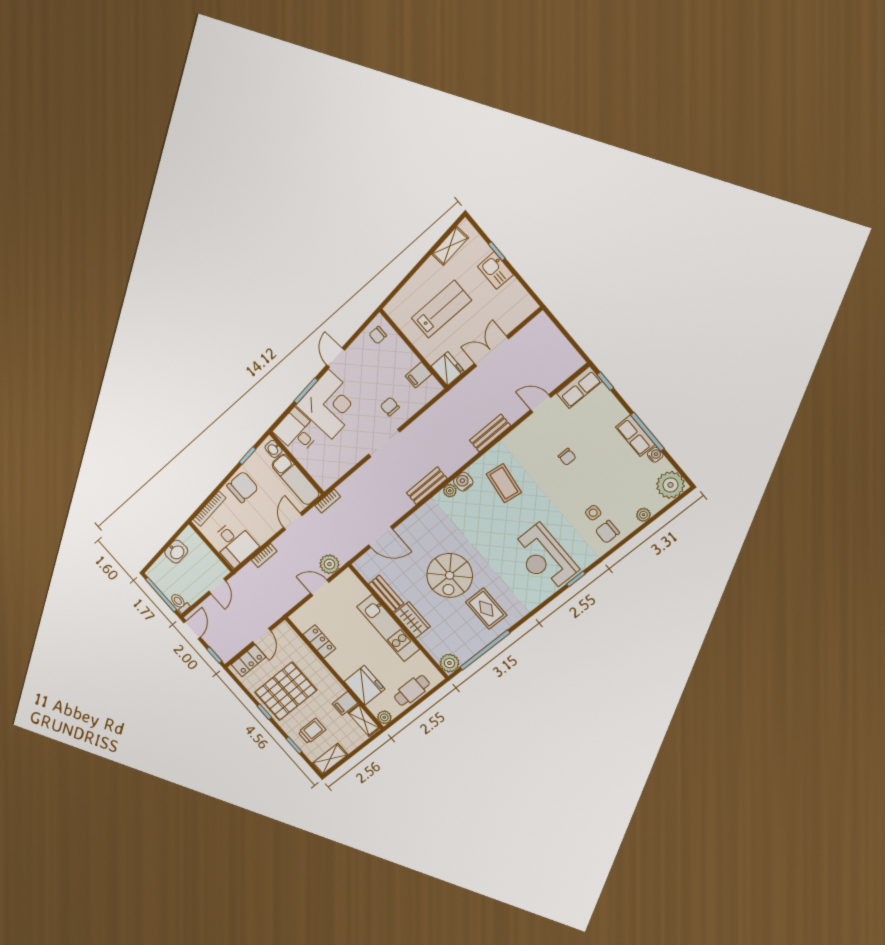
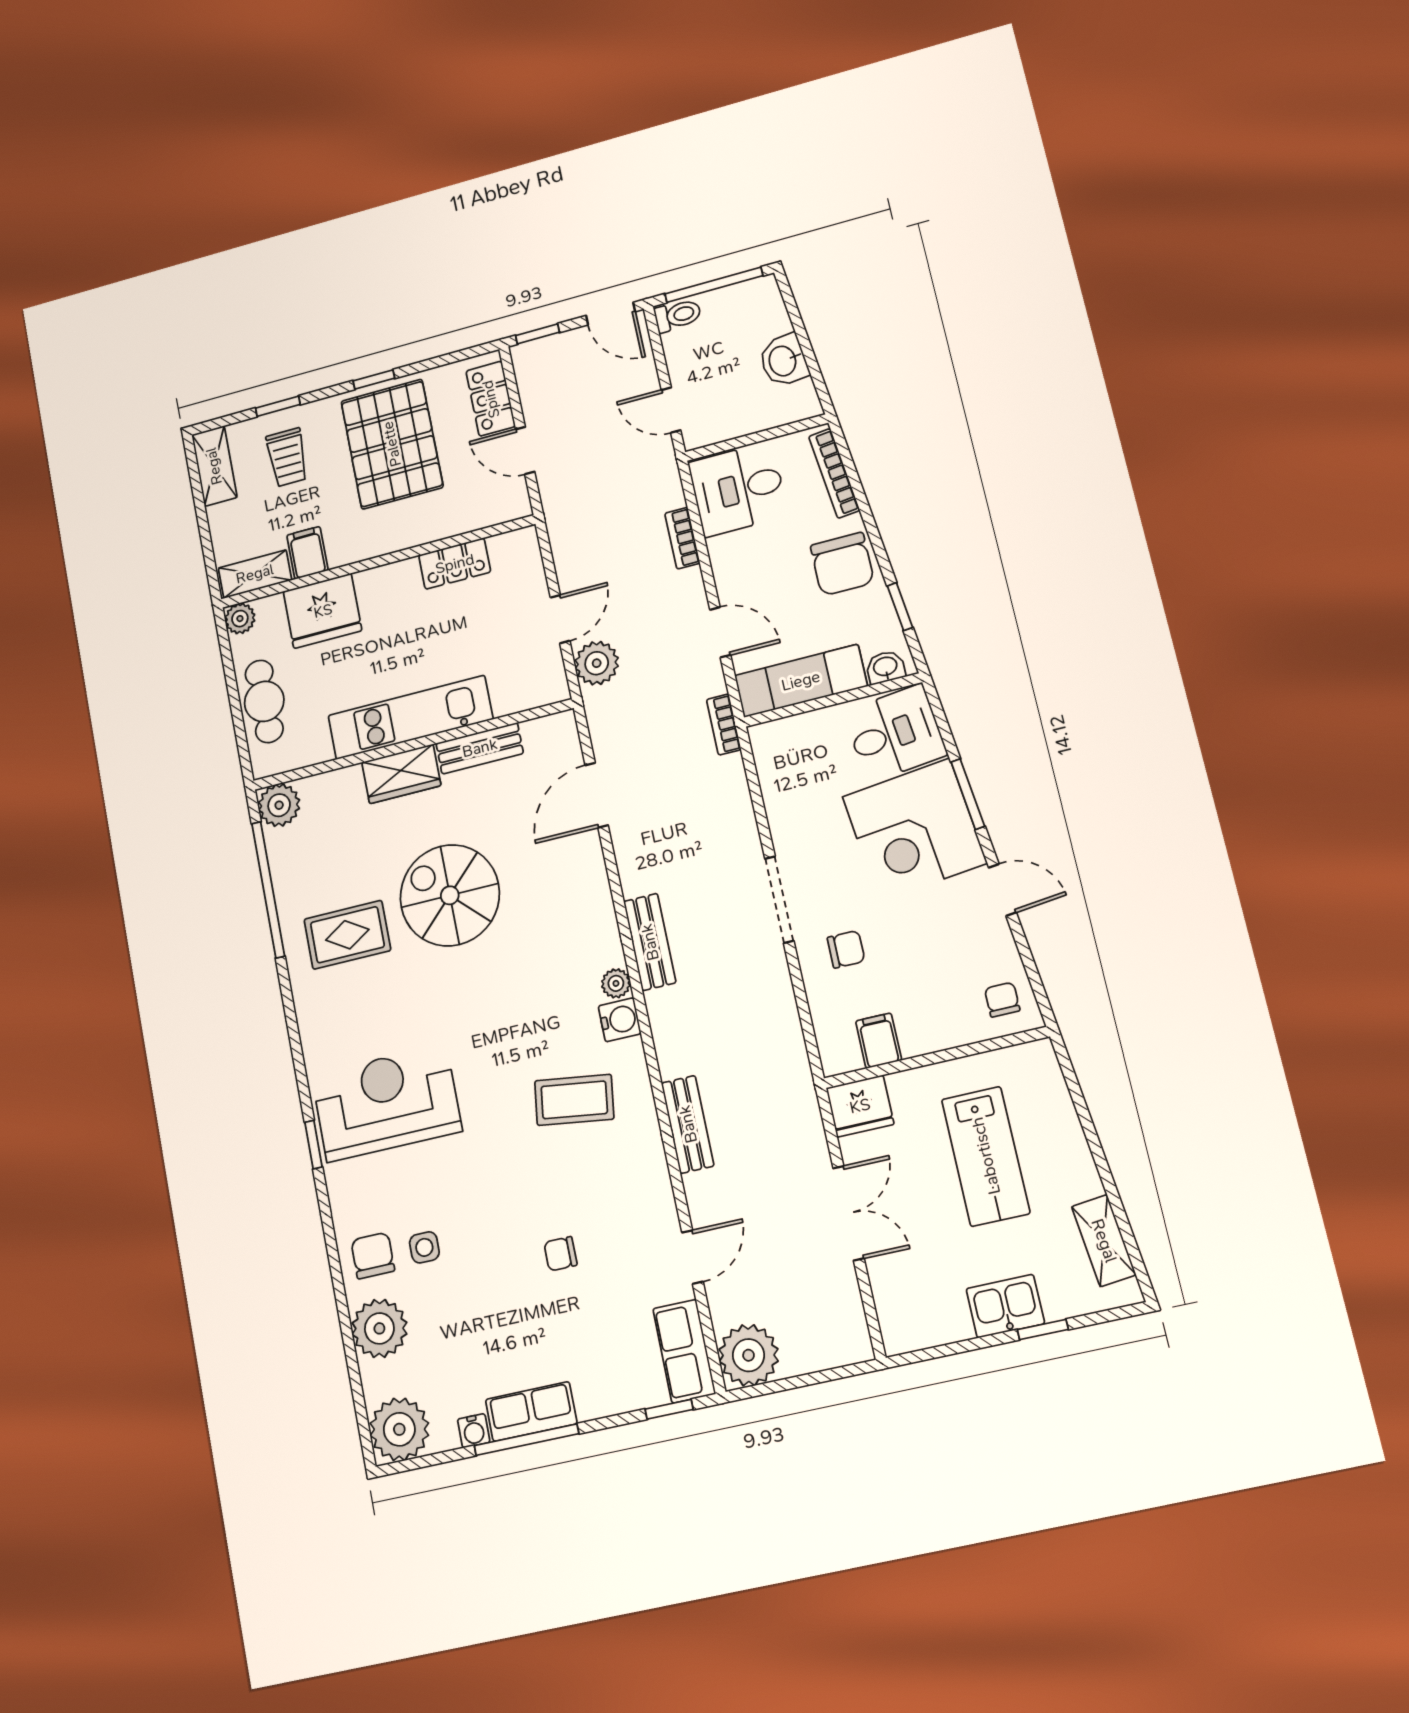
plant: (568, 361) -> (749, 1355), added
plant: (643, 515) -> (379, 1328), width x1.87, depth x1.87

